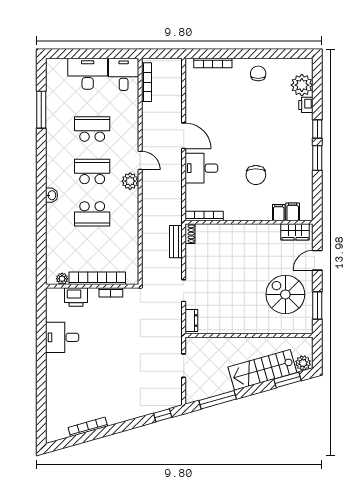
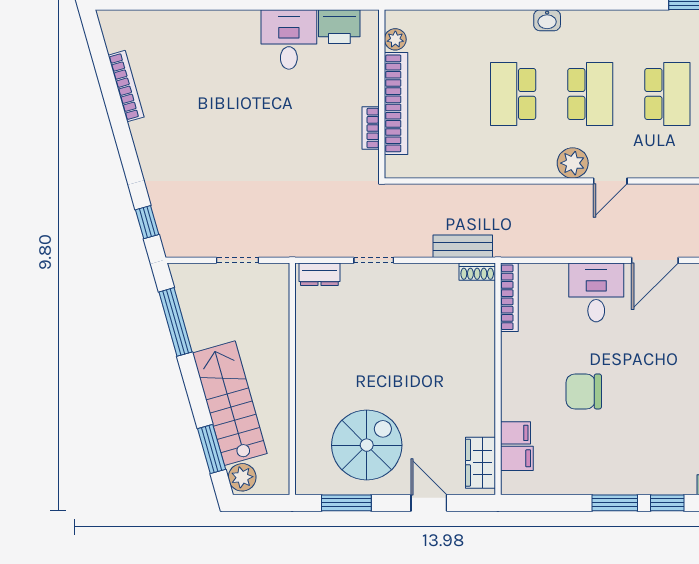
printer: (76, 297) -> (339, 27), moved, turned -90

